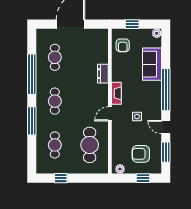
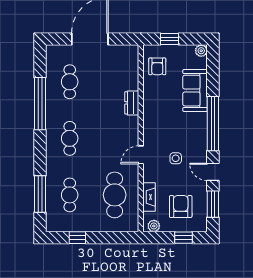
fireplace: (116, 93) -> (149, 197), moved
window: (32, 121) -> (40, 194), moved
armchair: (141, 154) -> (181, 206), turned 90

